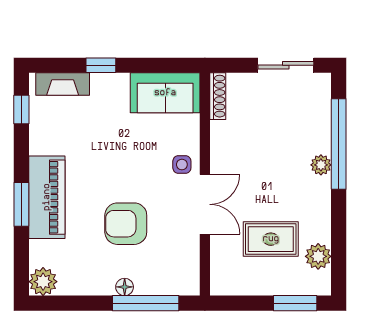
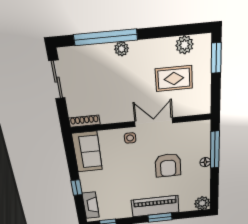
rug: (271, 239) -> (174, 79), turned 90

